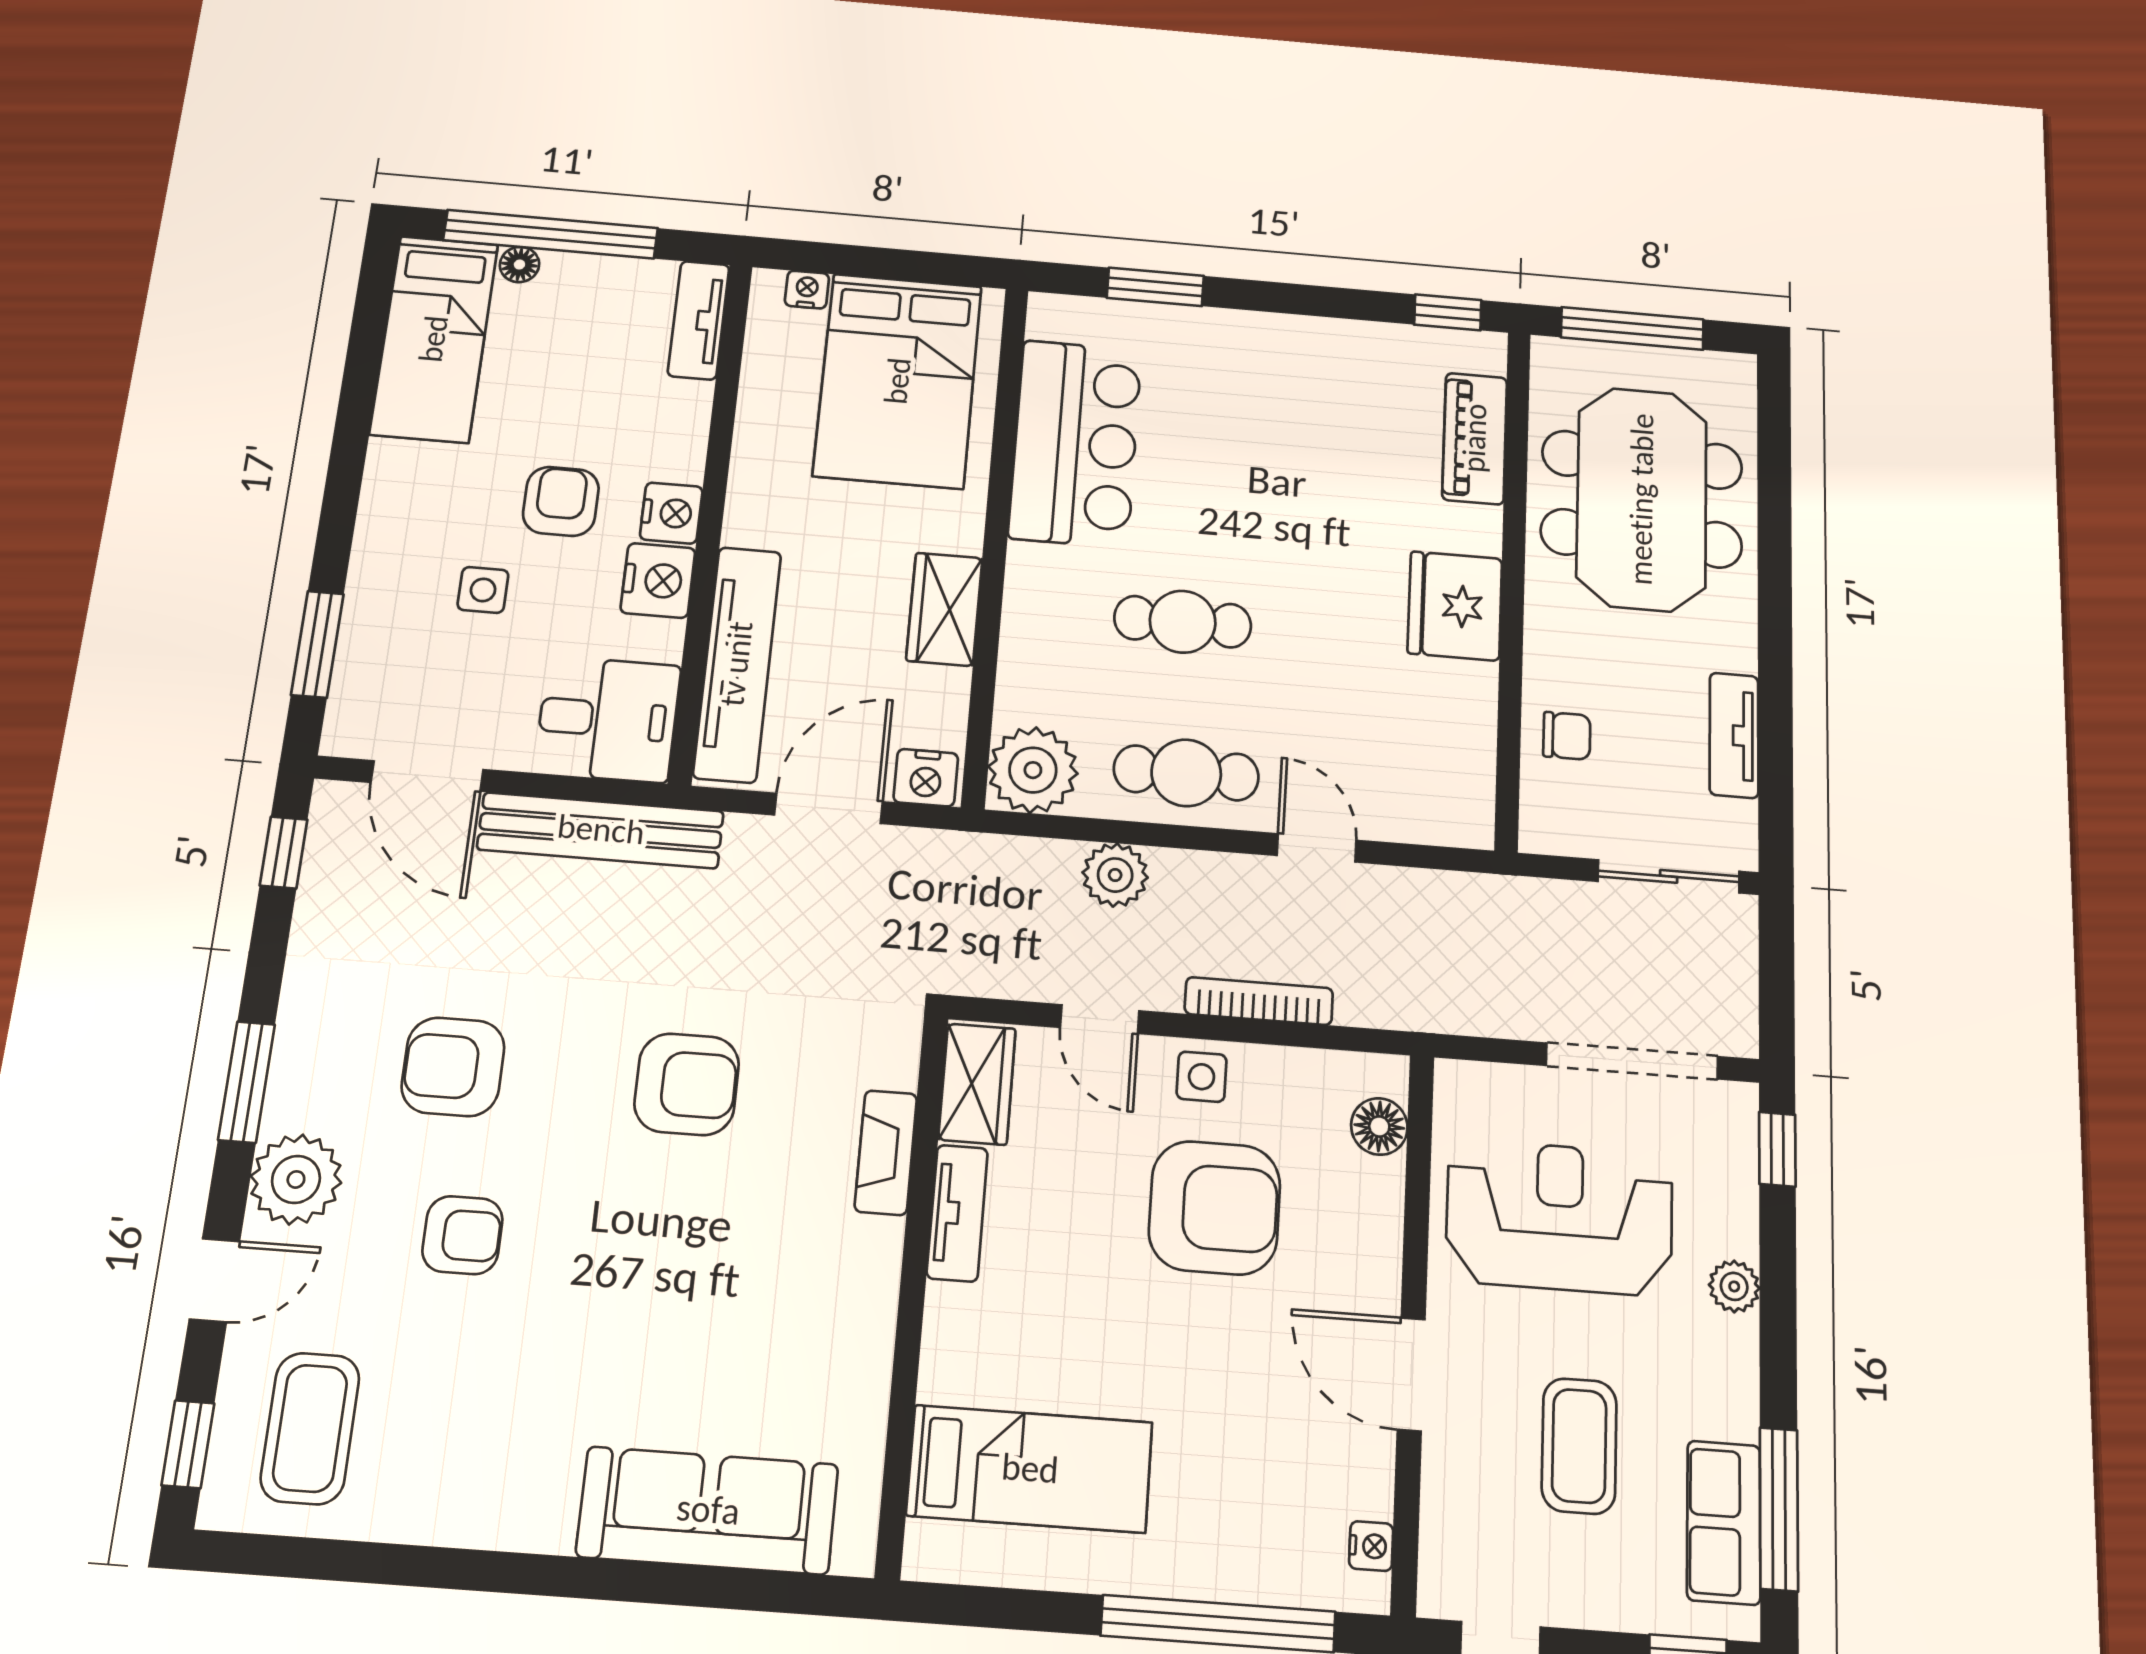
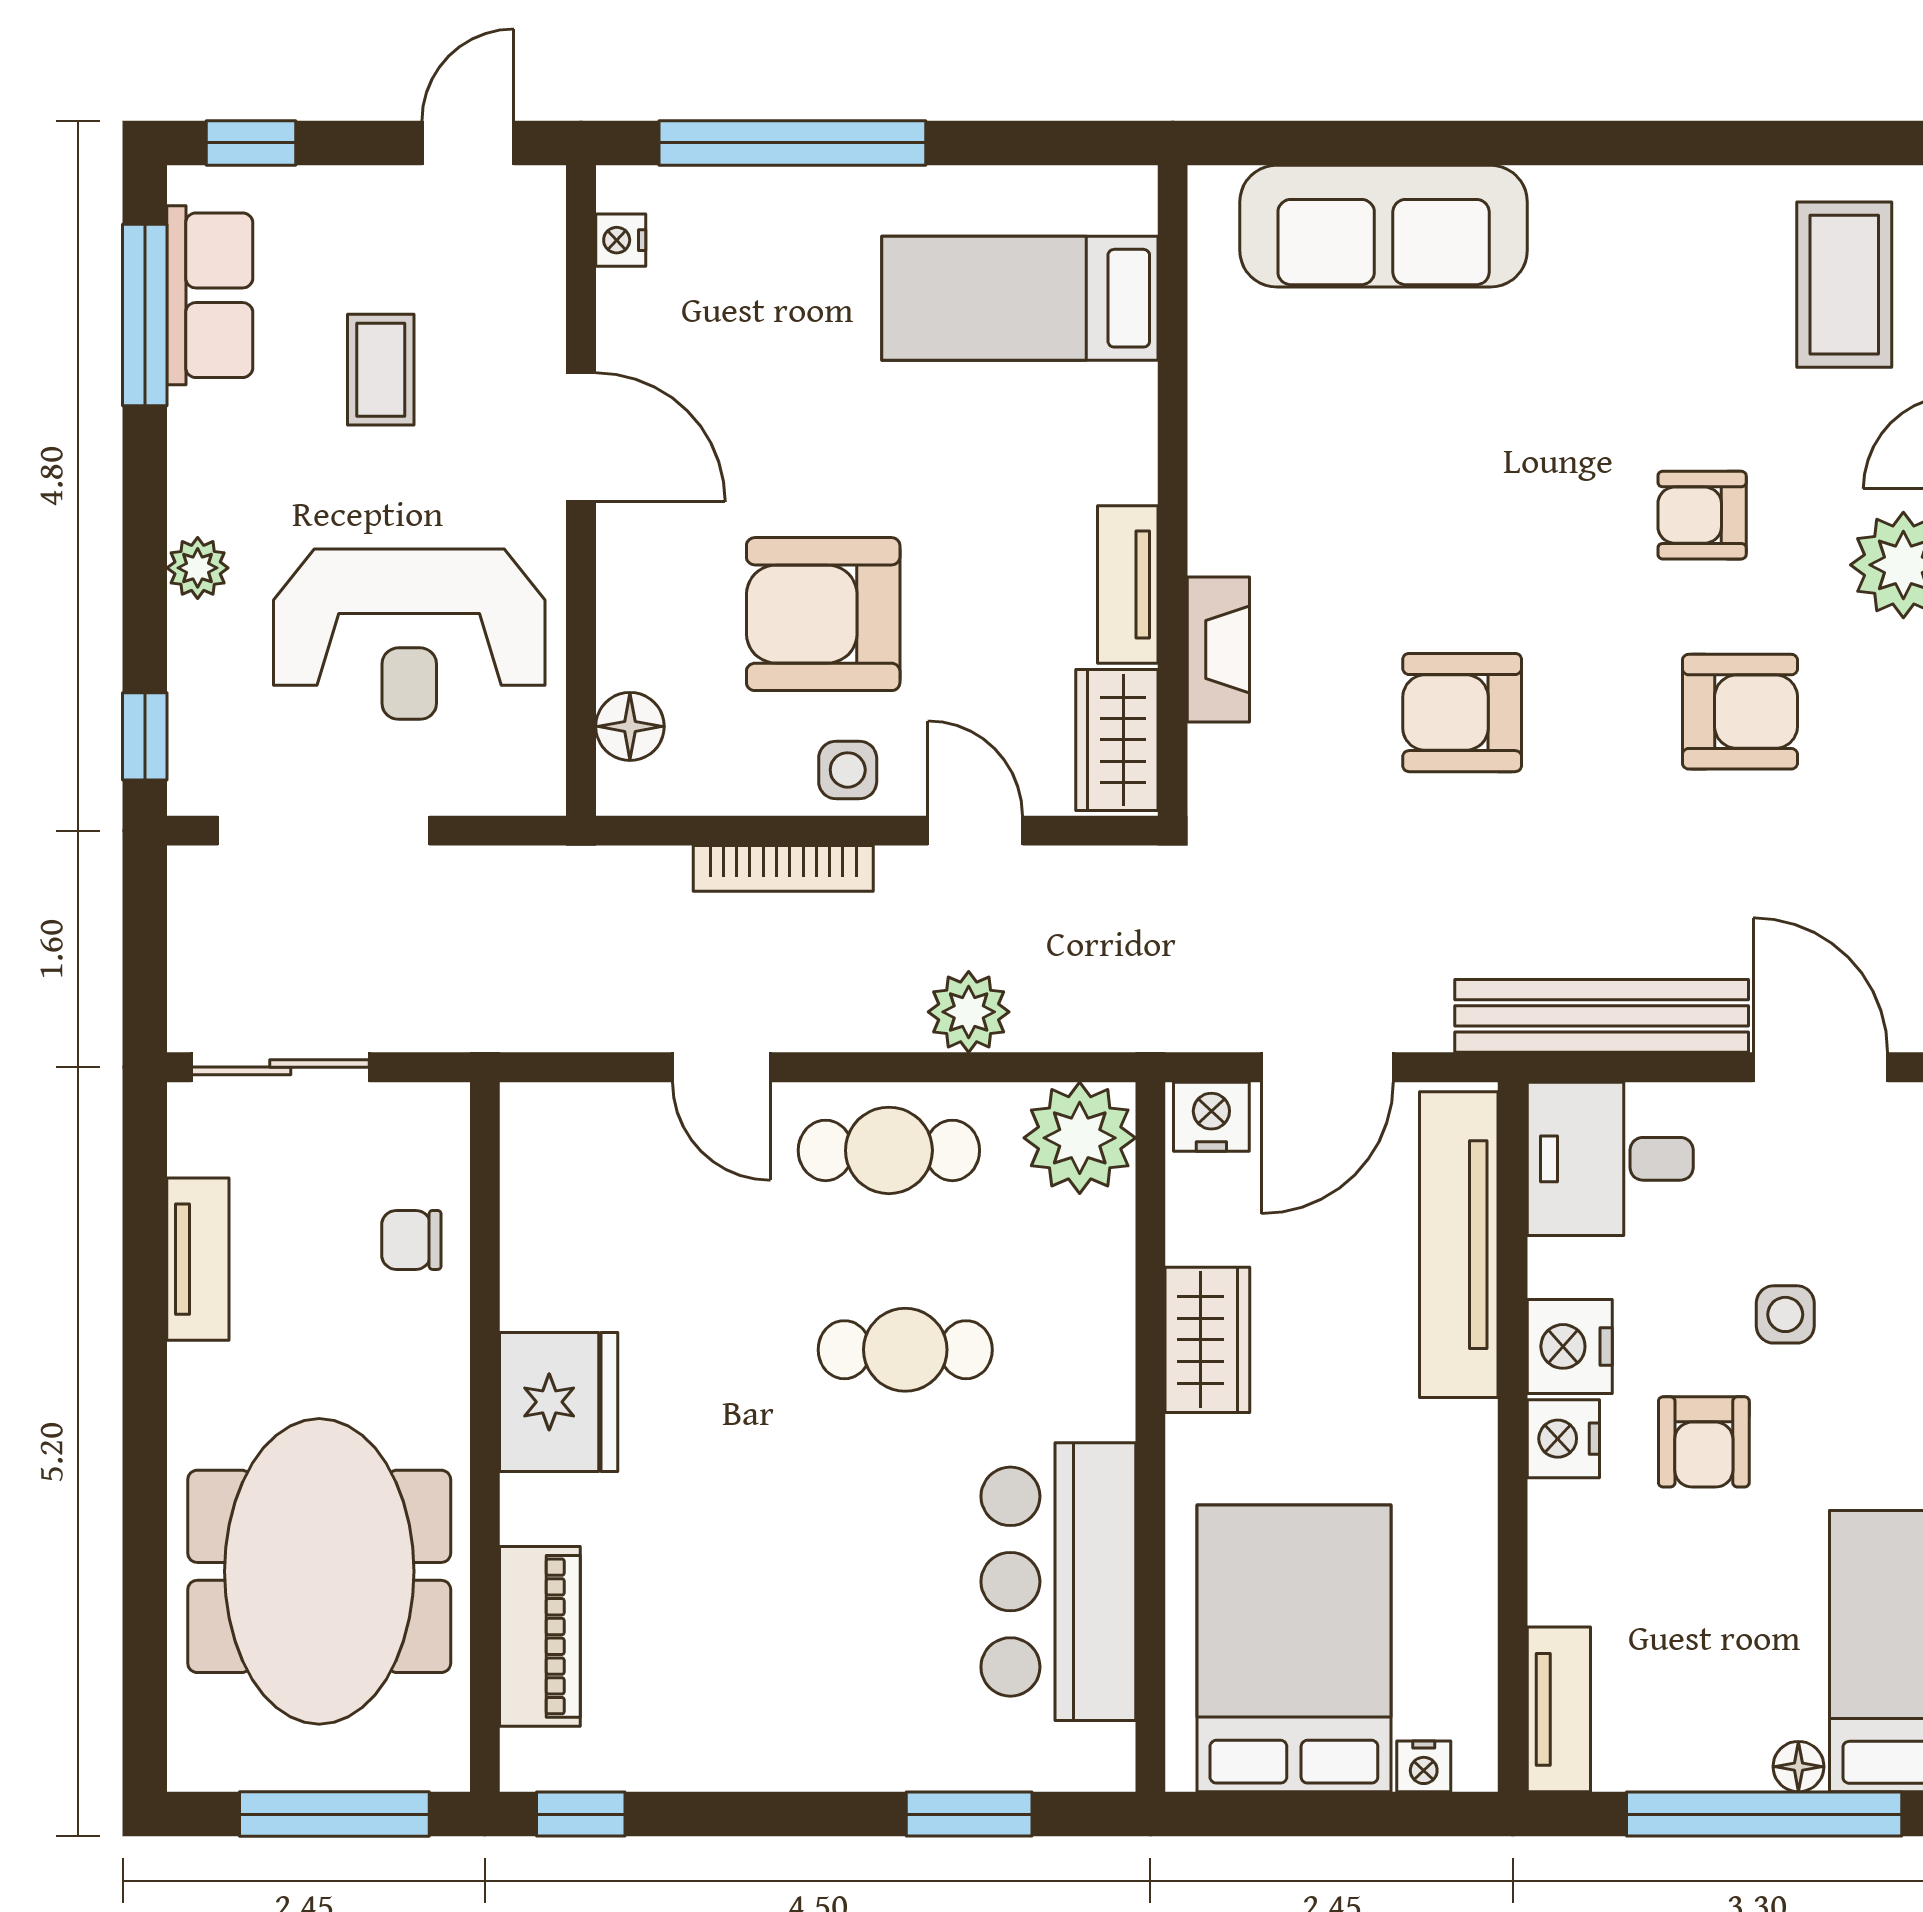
coffee table: (1579, 1446) -> (381, 370), width x0.73, depth x0.77

